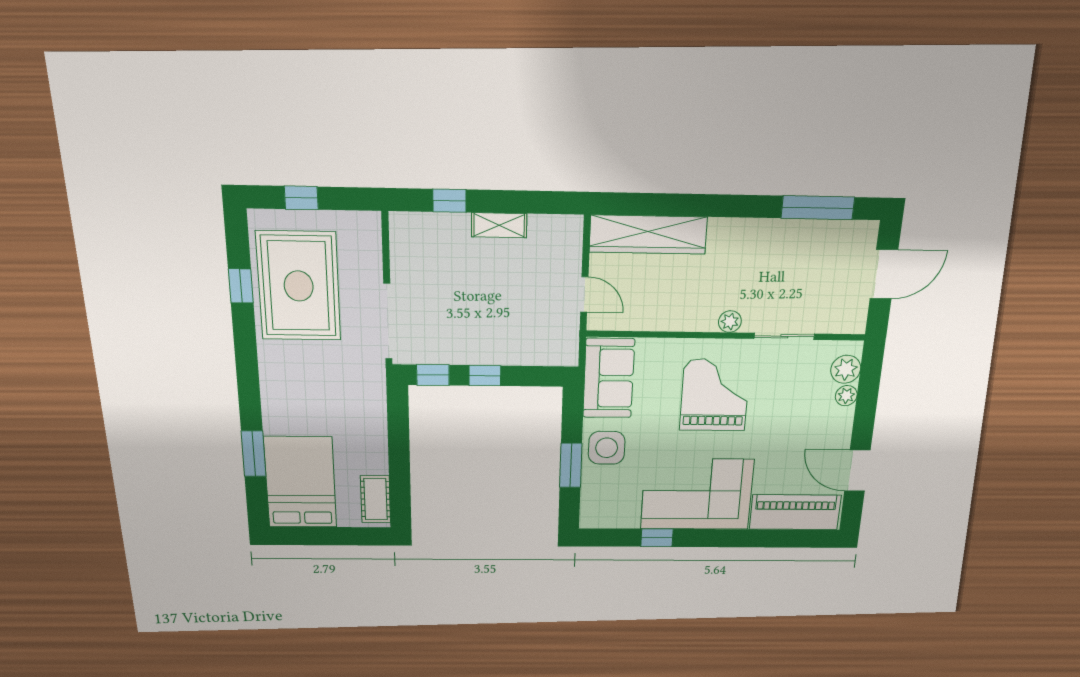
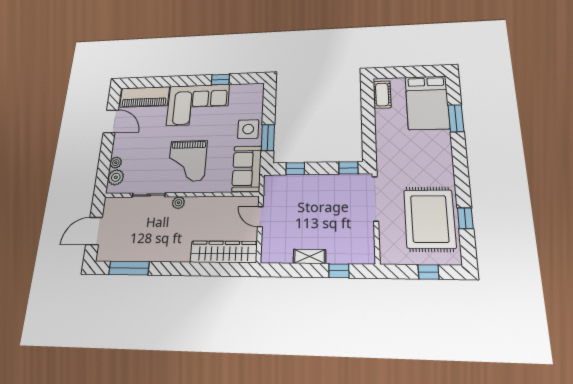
window: (485, 376) -> (295, 169), moved
window: (571, 465) -> (268, 138), moved

